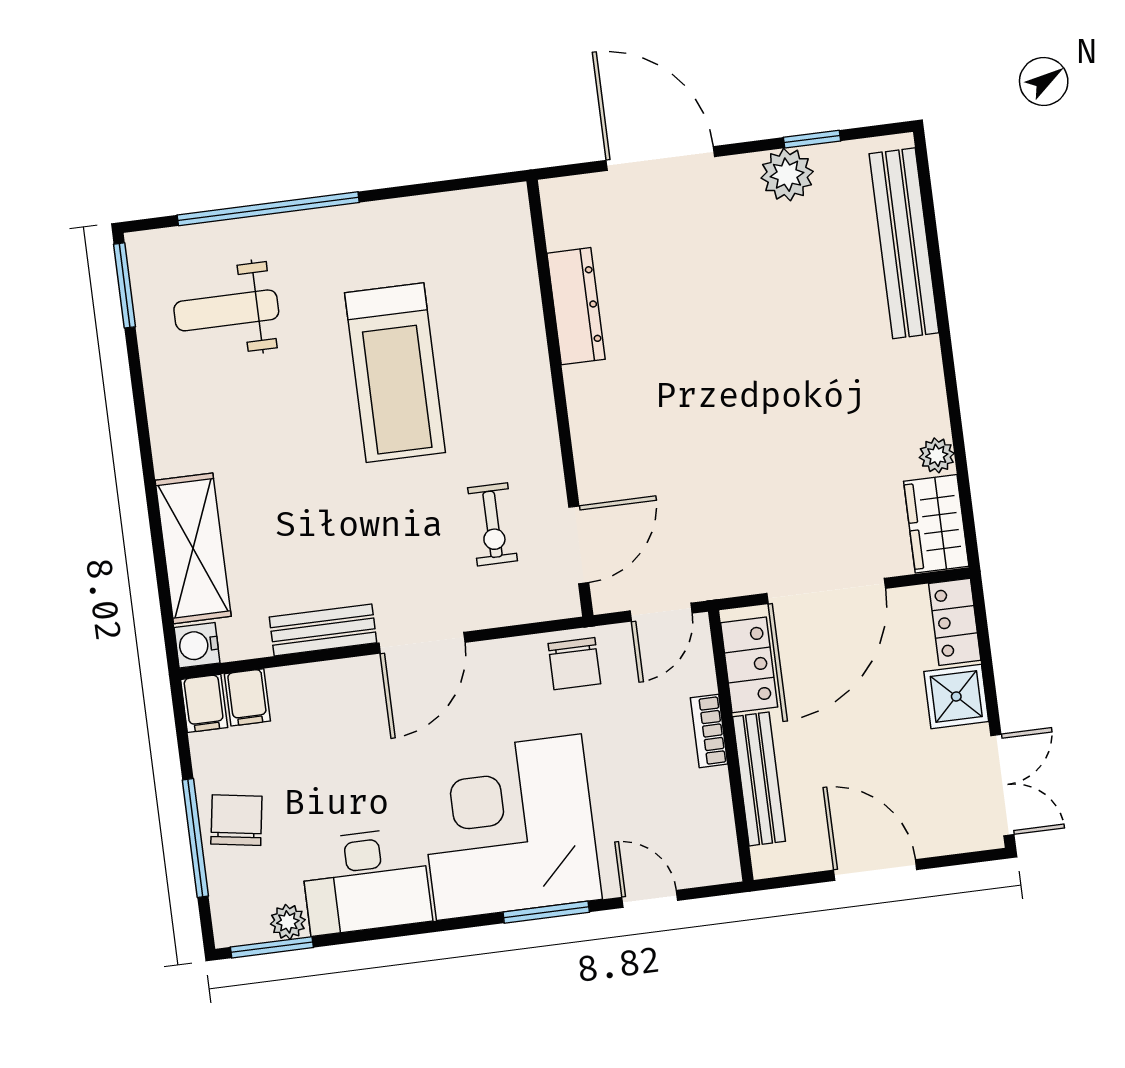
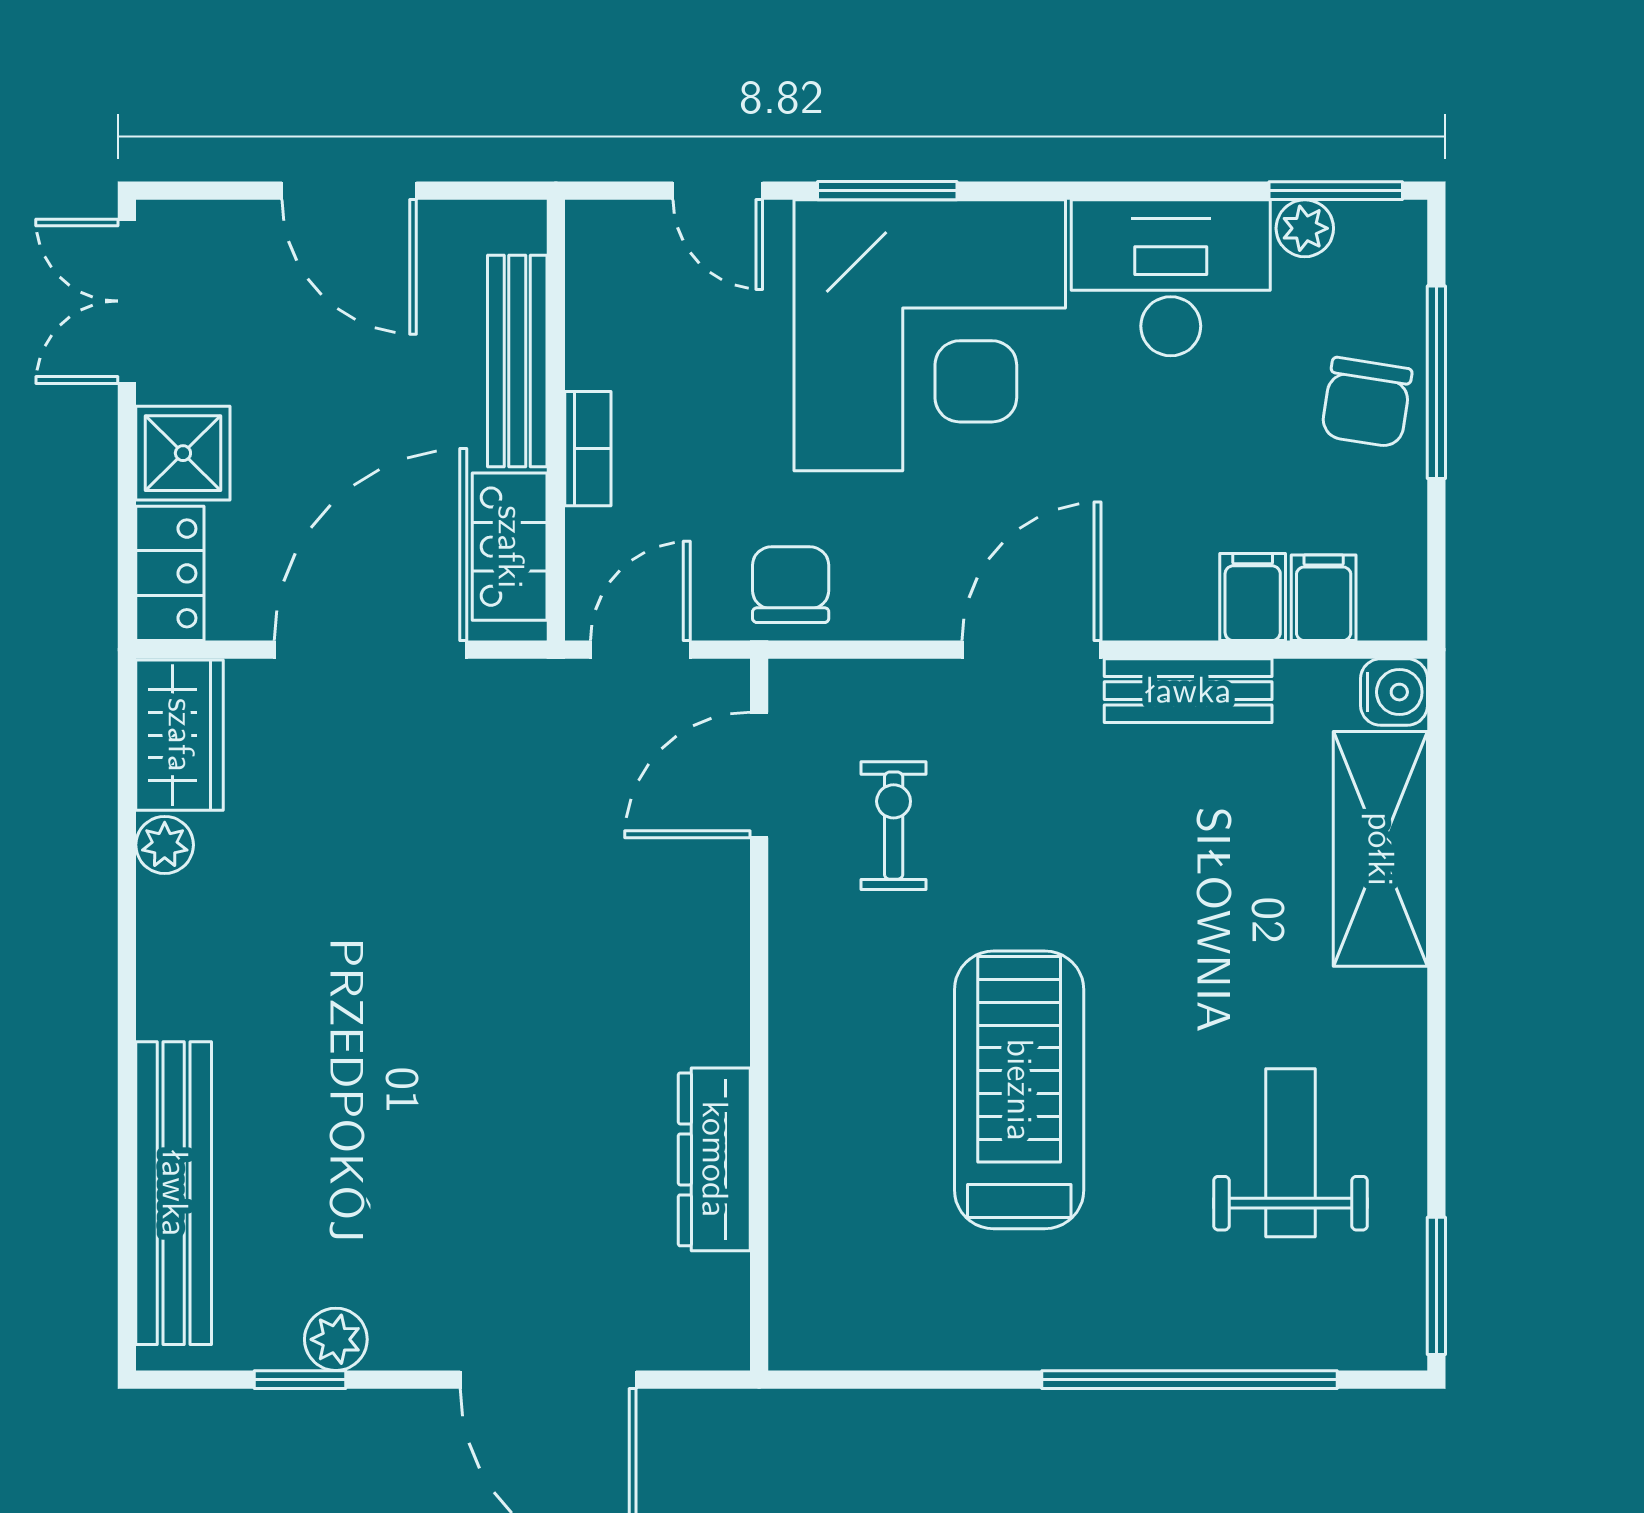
plant: (787, 175) -> (336, 1339), width x0.73, depth x0.73
weight bench: (226, 310) -> (1290, 1153), moved, turned -90
filing cabinet: (204, 703) -> (1253, 597), moved

